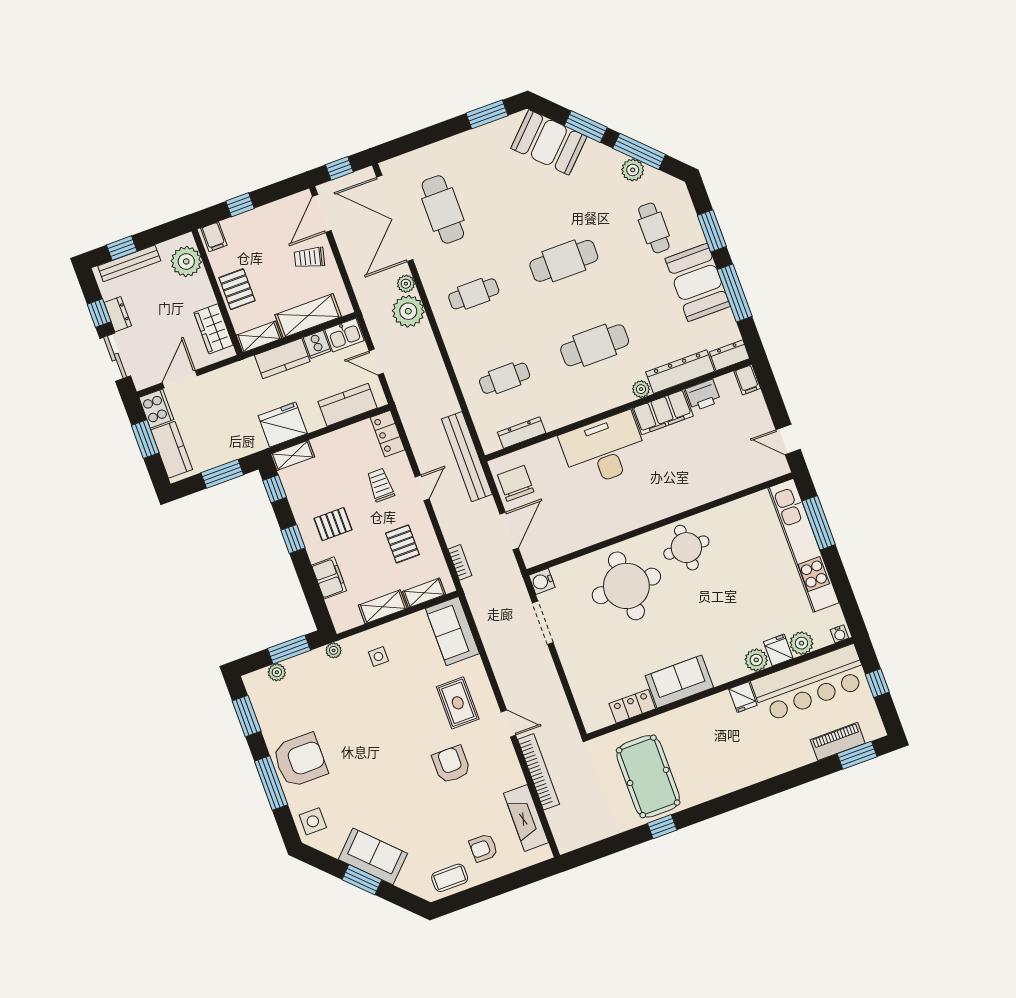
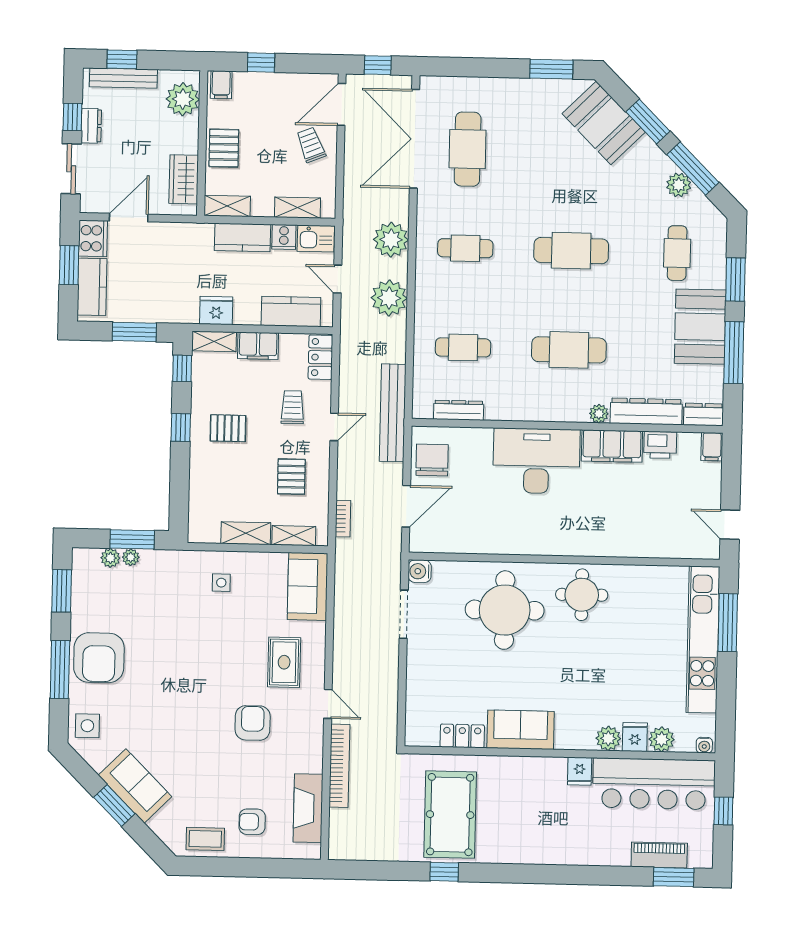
trolley: (309, 258) -> (311, 145), turned 54
plant: (406, 284) -> (389, 298), moved, width x1.87, depth x1.87
shelving: (308, 316) -> (298, 208), width x0.67, depth x0.75
fridge: (283, 425) -> (216, 310), width x0.73, depth x0.75
filing cabinet: (329, 578) -> (258, 346), moved, turned 90
plant: (334, 650) -> (131, 557), moved
armchair: (300, 760) -> (99, 658), turned 90

